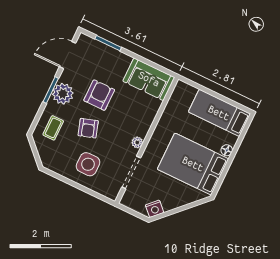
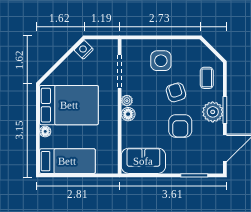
floor lamp: (142, 129) -> (128, 114), added

